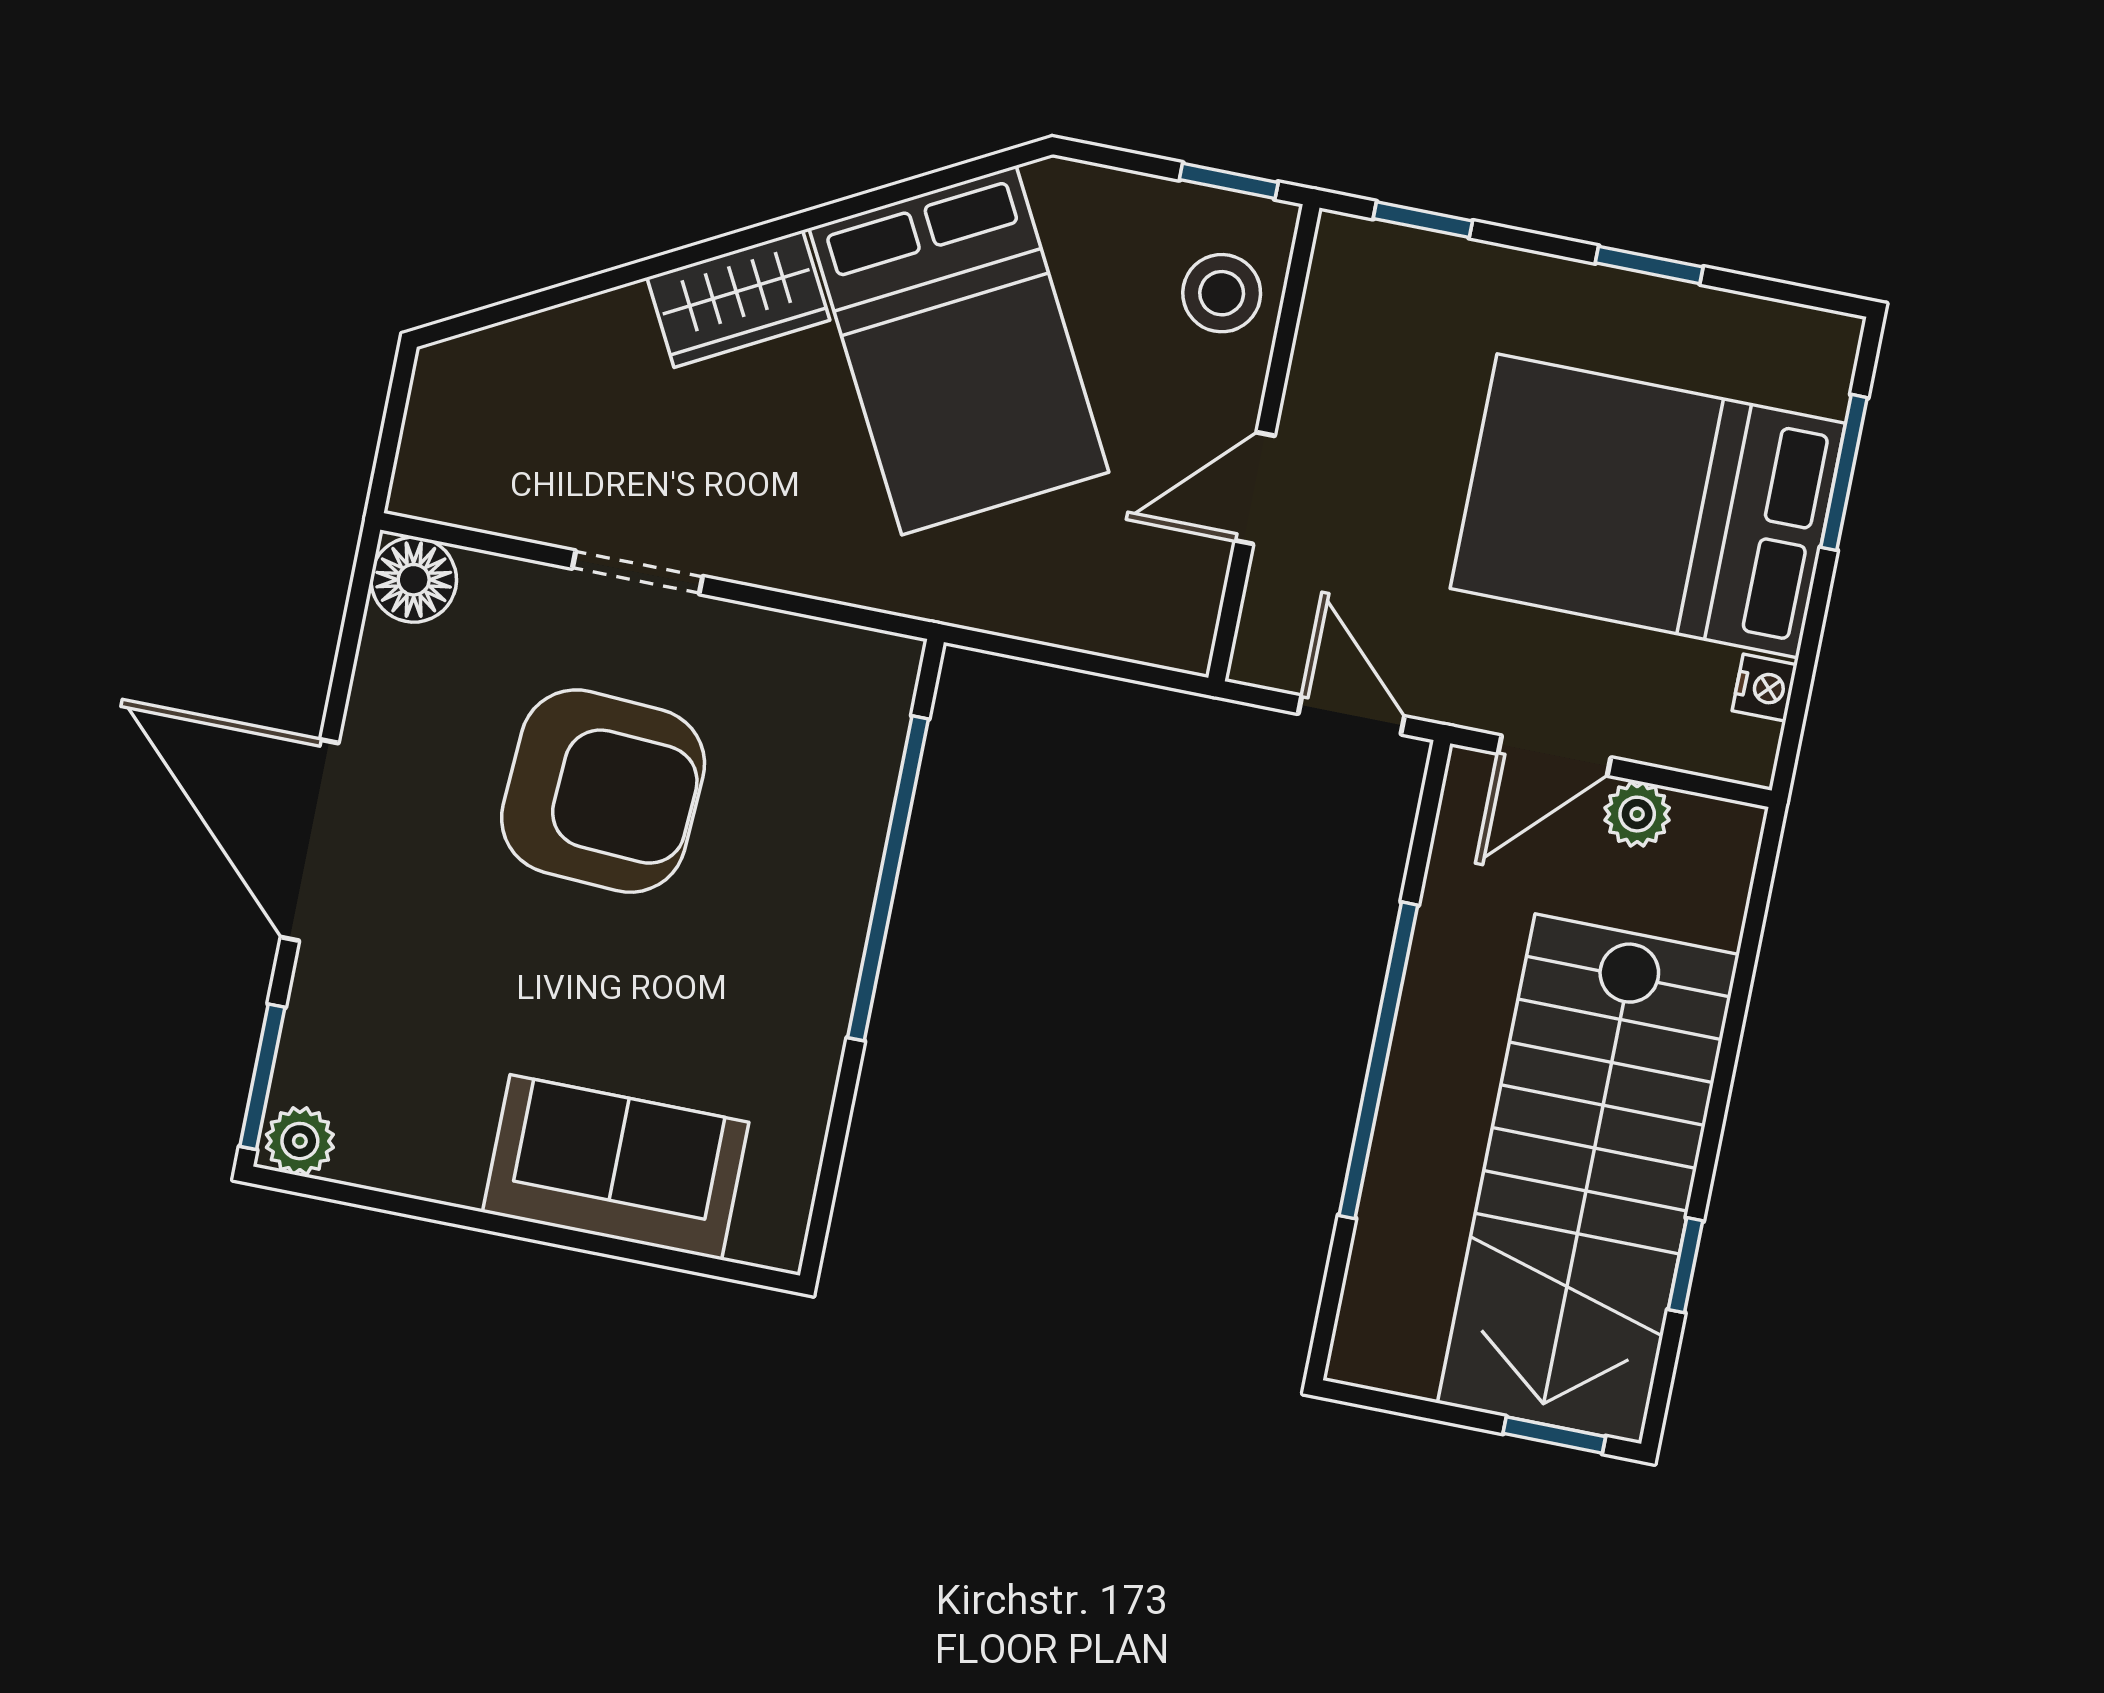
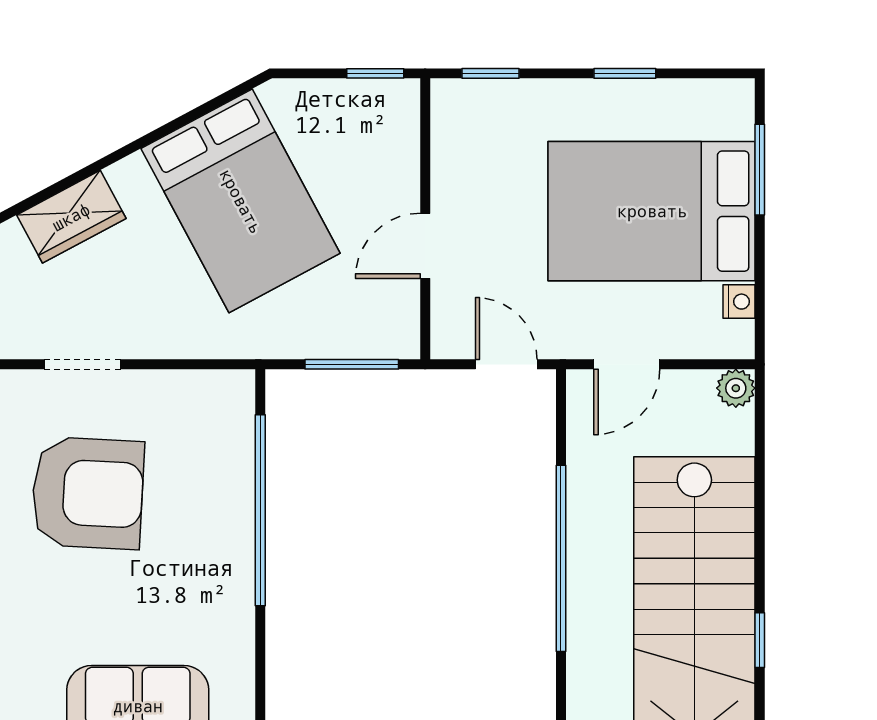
stool: (1222, 293) -> (384, 138), removed
wardrobe: (738, 299) -> (71, 217), moved
window: (1091, 663) -> (352, 364), added
plant: (1637, 814) -> (736, 388), moved

